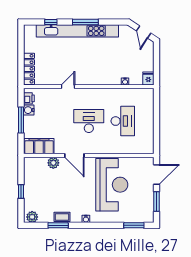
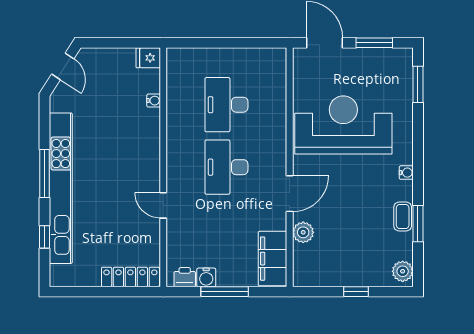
door: (144, 32) -> (63, 66), hinge flipped
desk: (123, 121) -> (226, 105), turned -90

